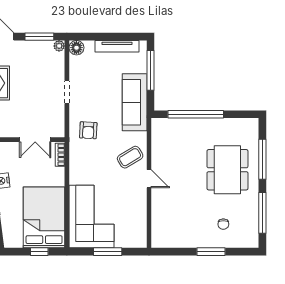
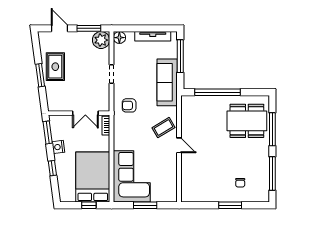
plant: (59, 46) -> (101, 40), width x1.88, depth x1.88
armchair: (88, 130) -> (129, 105), turned 87
dining table: (227, 170) -> (247, 121), moved, turned 90

